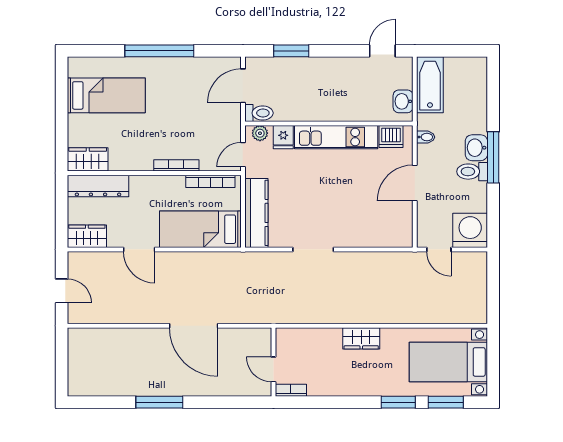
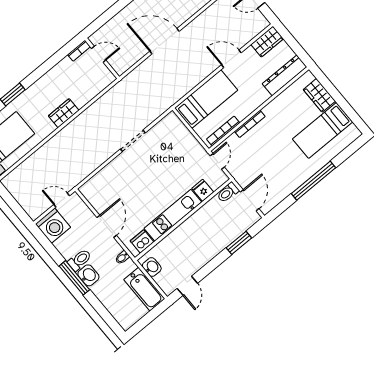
plant: (260, 133) -> (218, 182), removed
wardrobe: (88, 159) -> (319, 95), moved, turned 90
kitchen counter: (256, 213) -> (182, 135), removed

